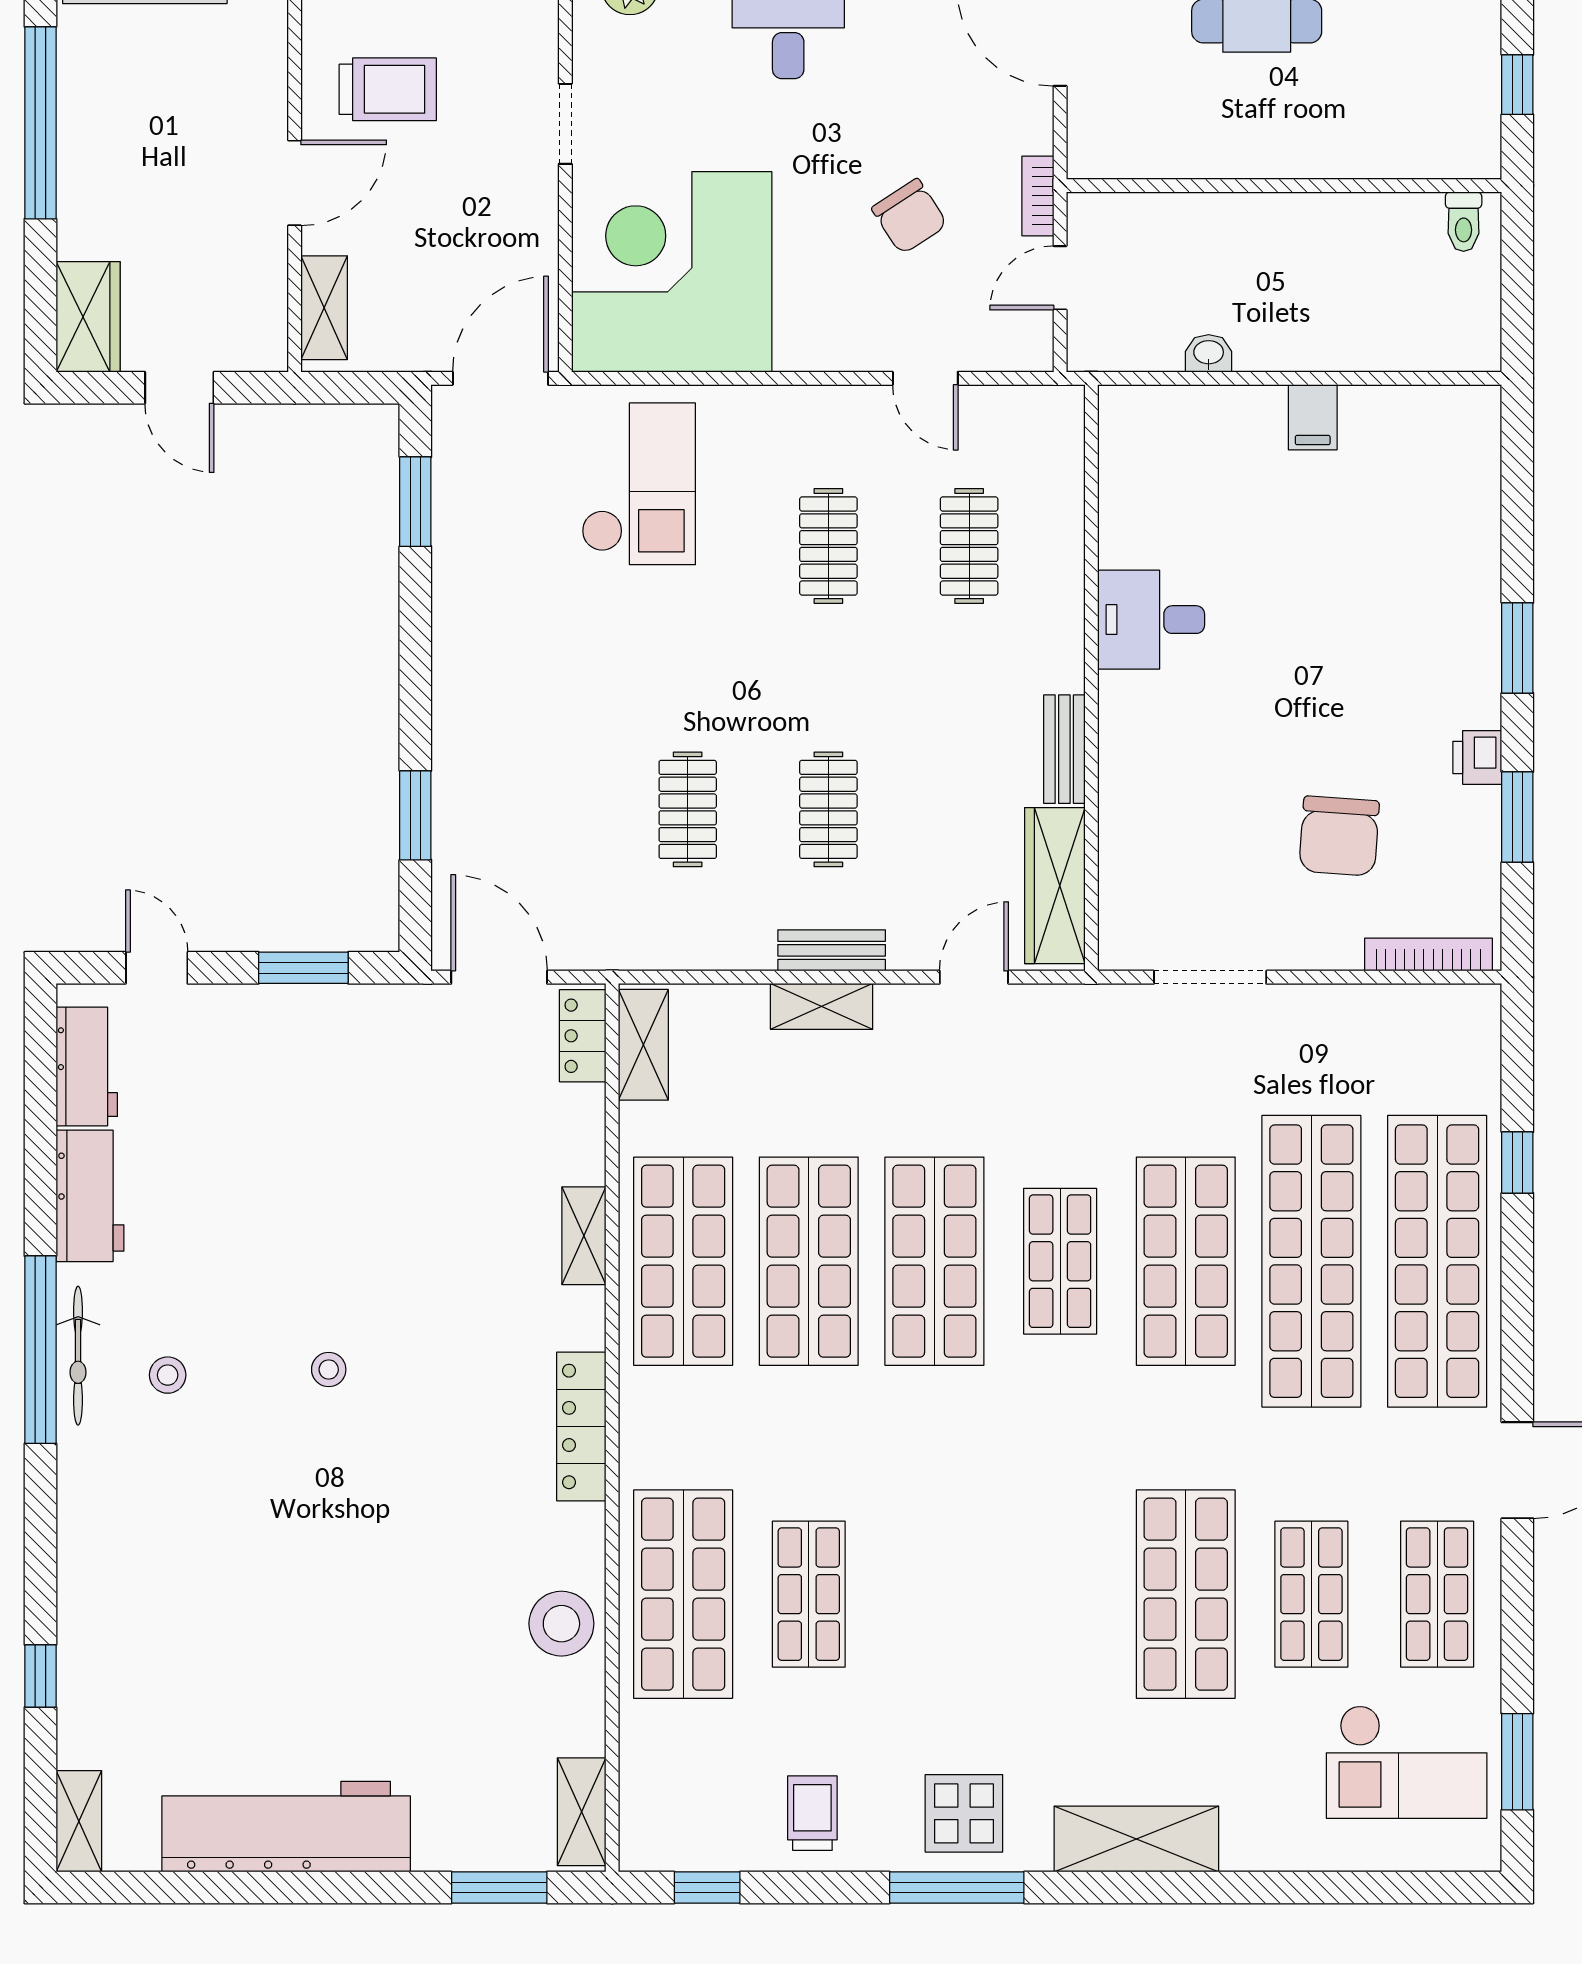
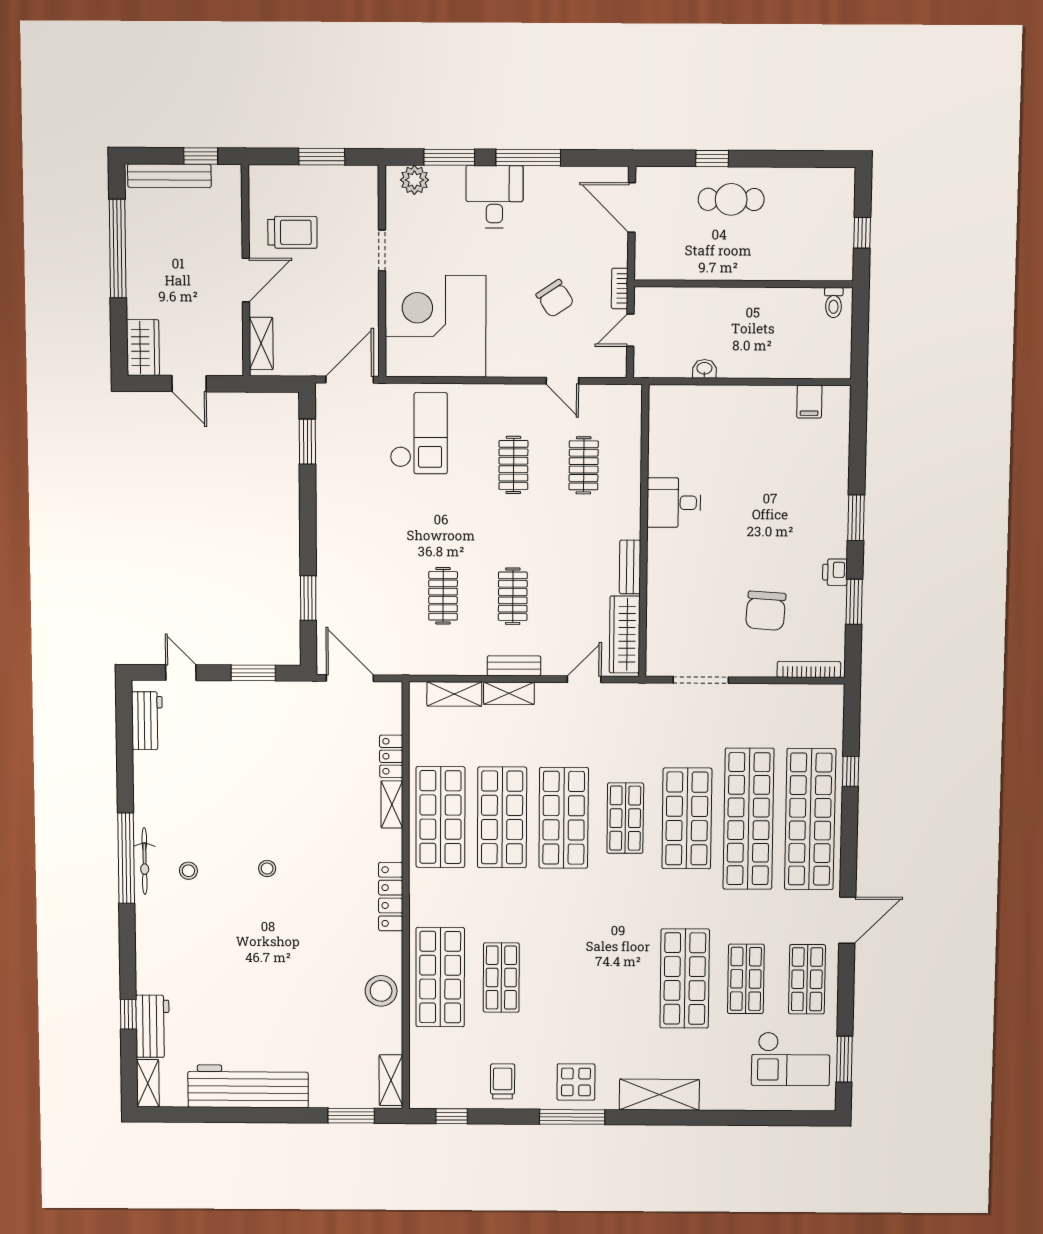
filing cabinet: (1313, 417) -> (809, 402), moved
locker: (583, 1036) -> (391, 756), moved
shelving: (643, 1045) -> (454, 694), moved, turned 90
workbench: (90, 1196) -> (152, 1026), moved

